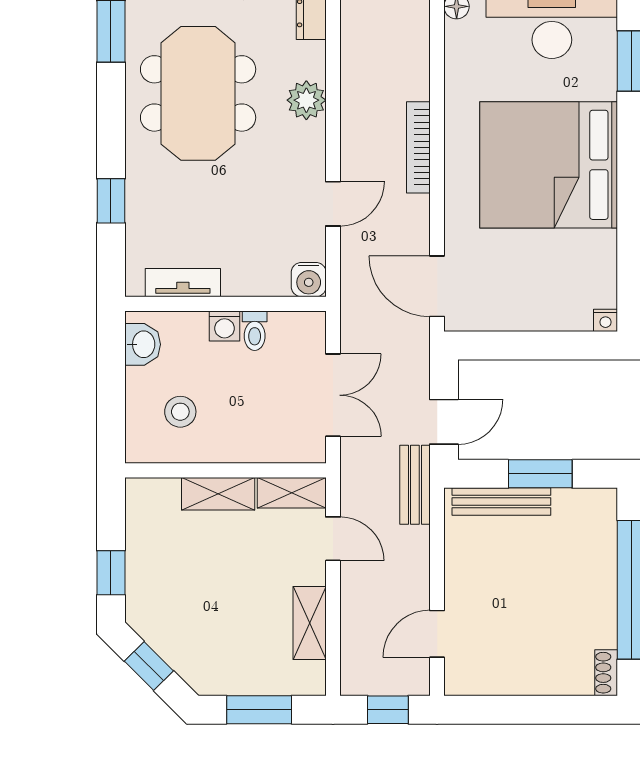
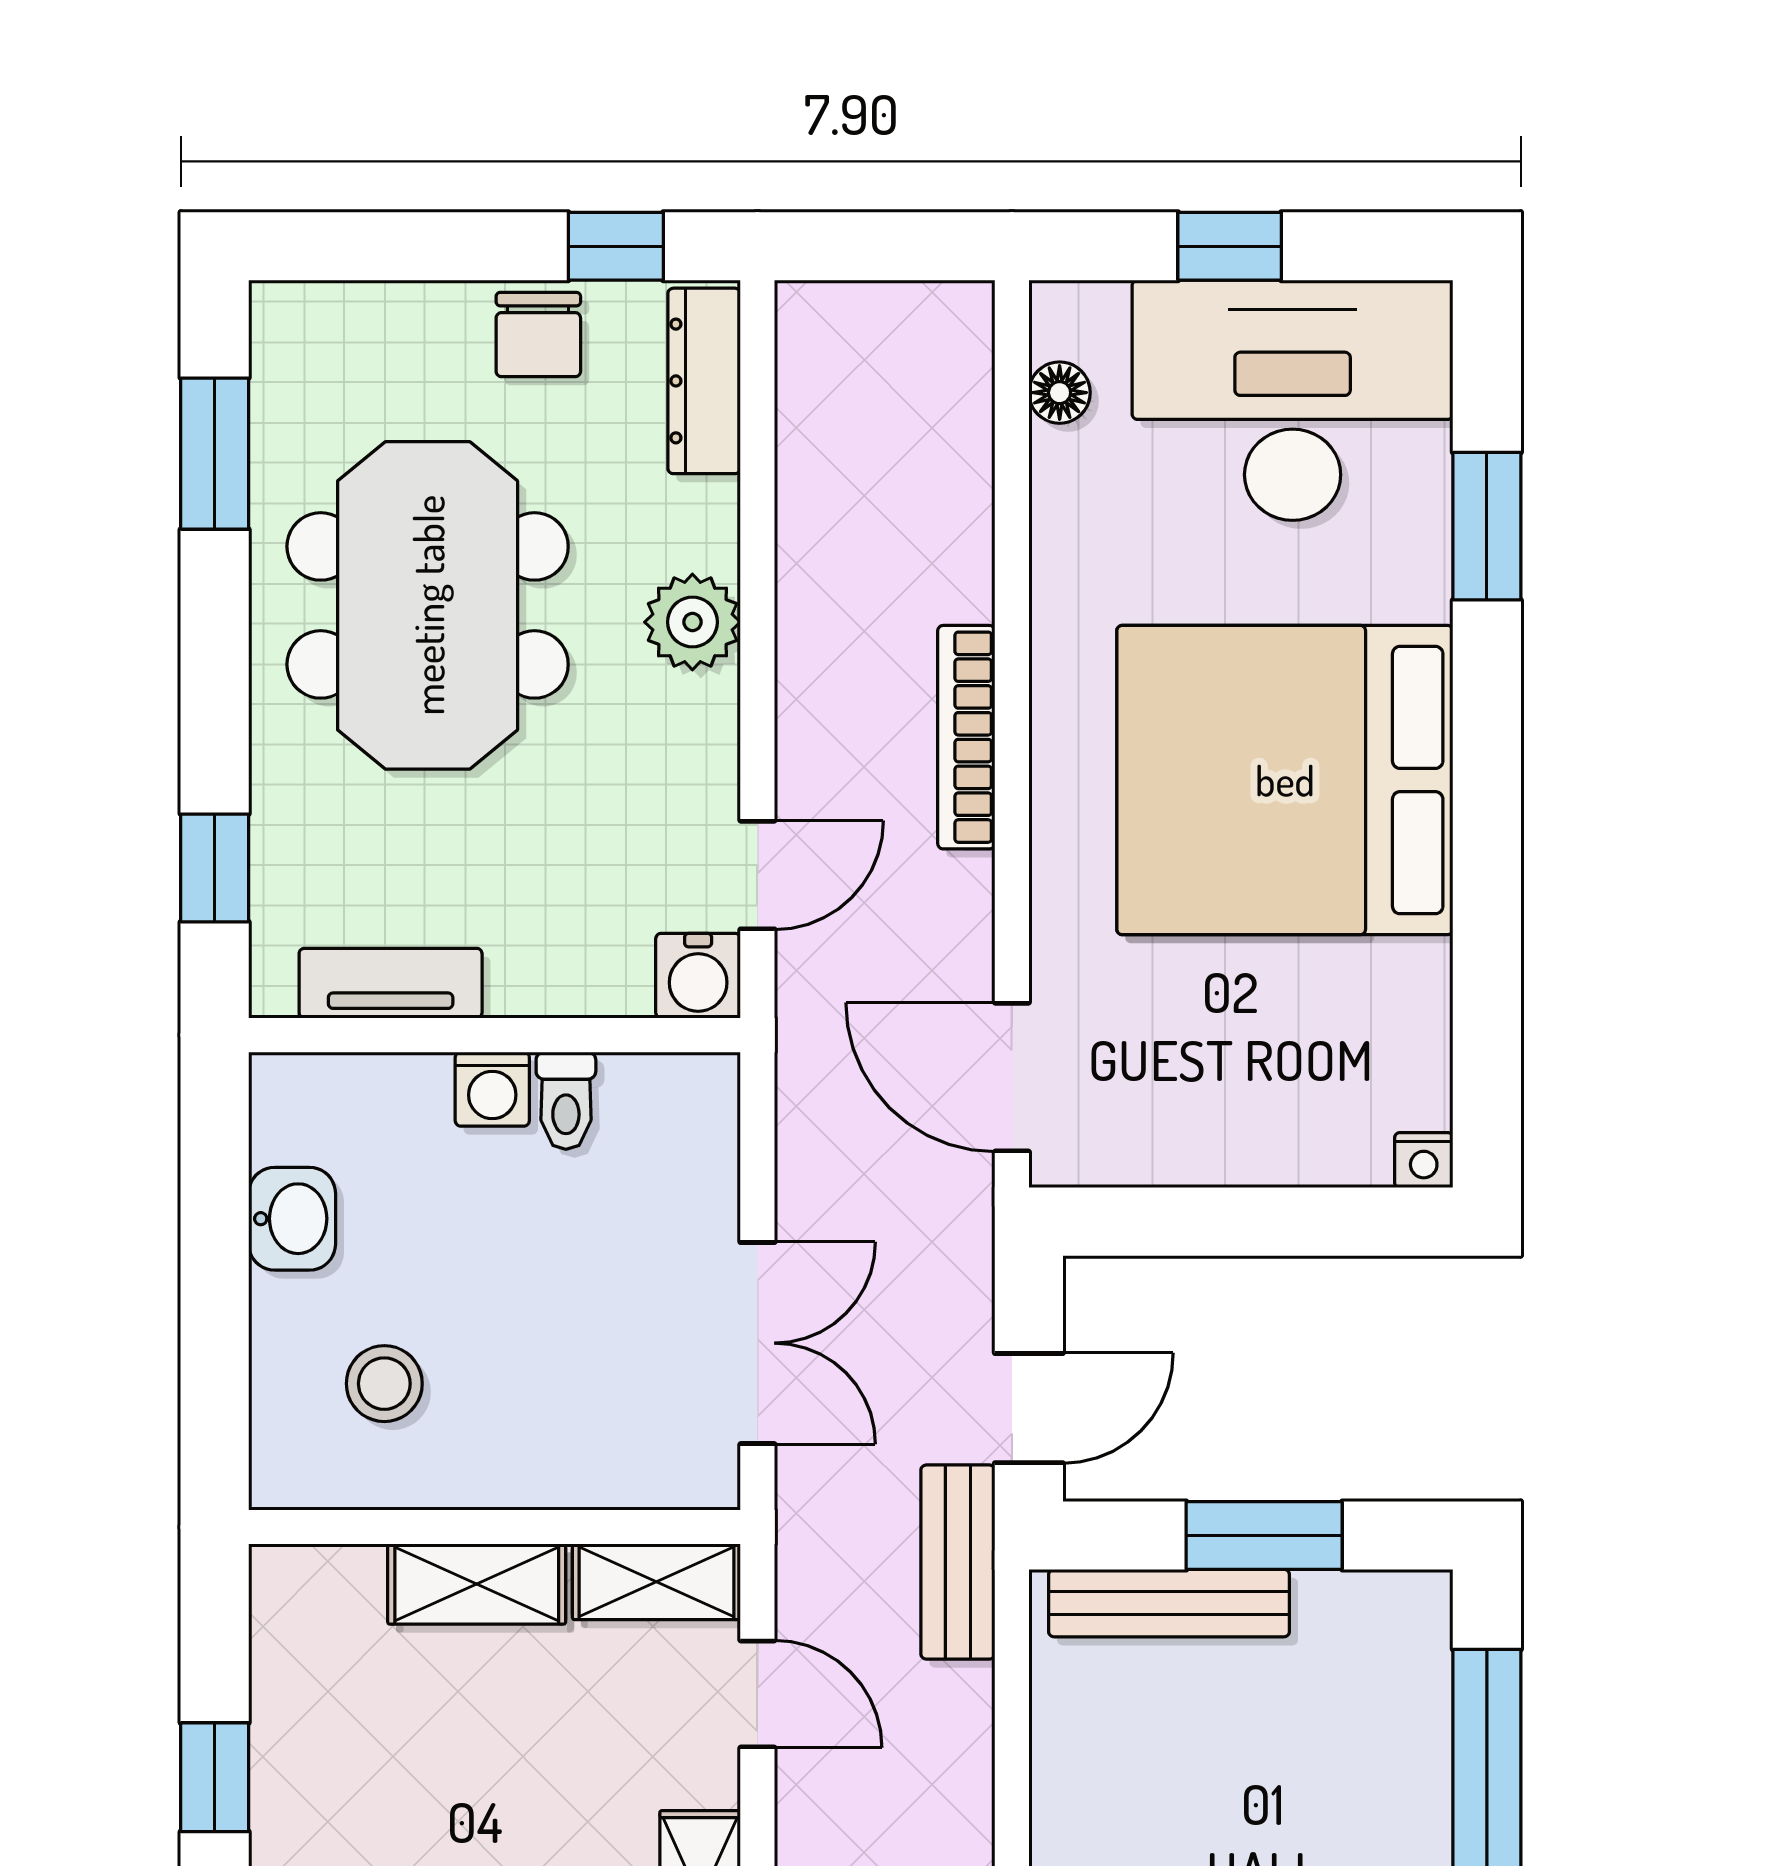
water cooler: (309, 280) -> (698, 976), moved
tv unit: (183, 283) -> (391, 983), moved
wall: (225, 304) -> (495, 1035), moved
washing machine: (224, 326) -> (492, 1089), moved
toilet: (255, 331) -> (566, 1101), moved

